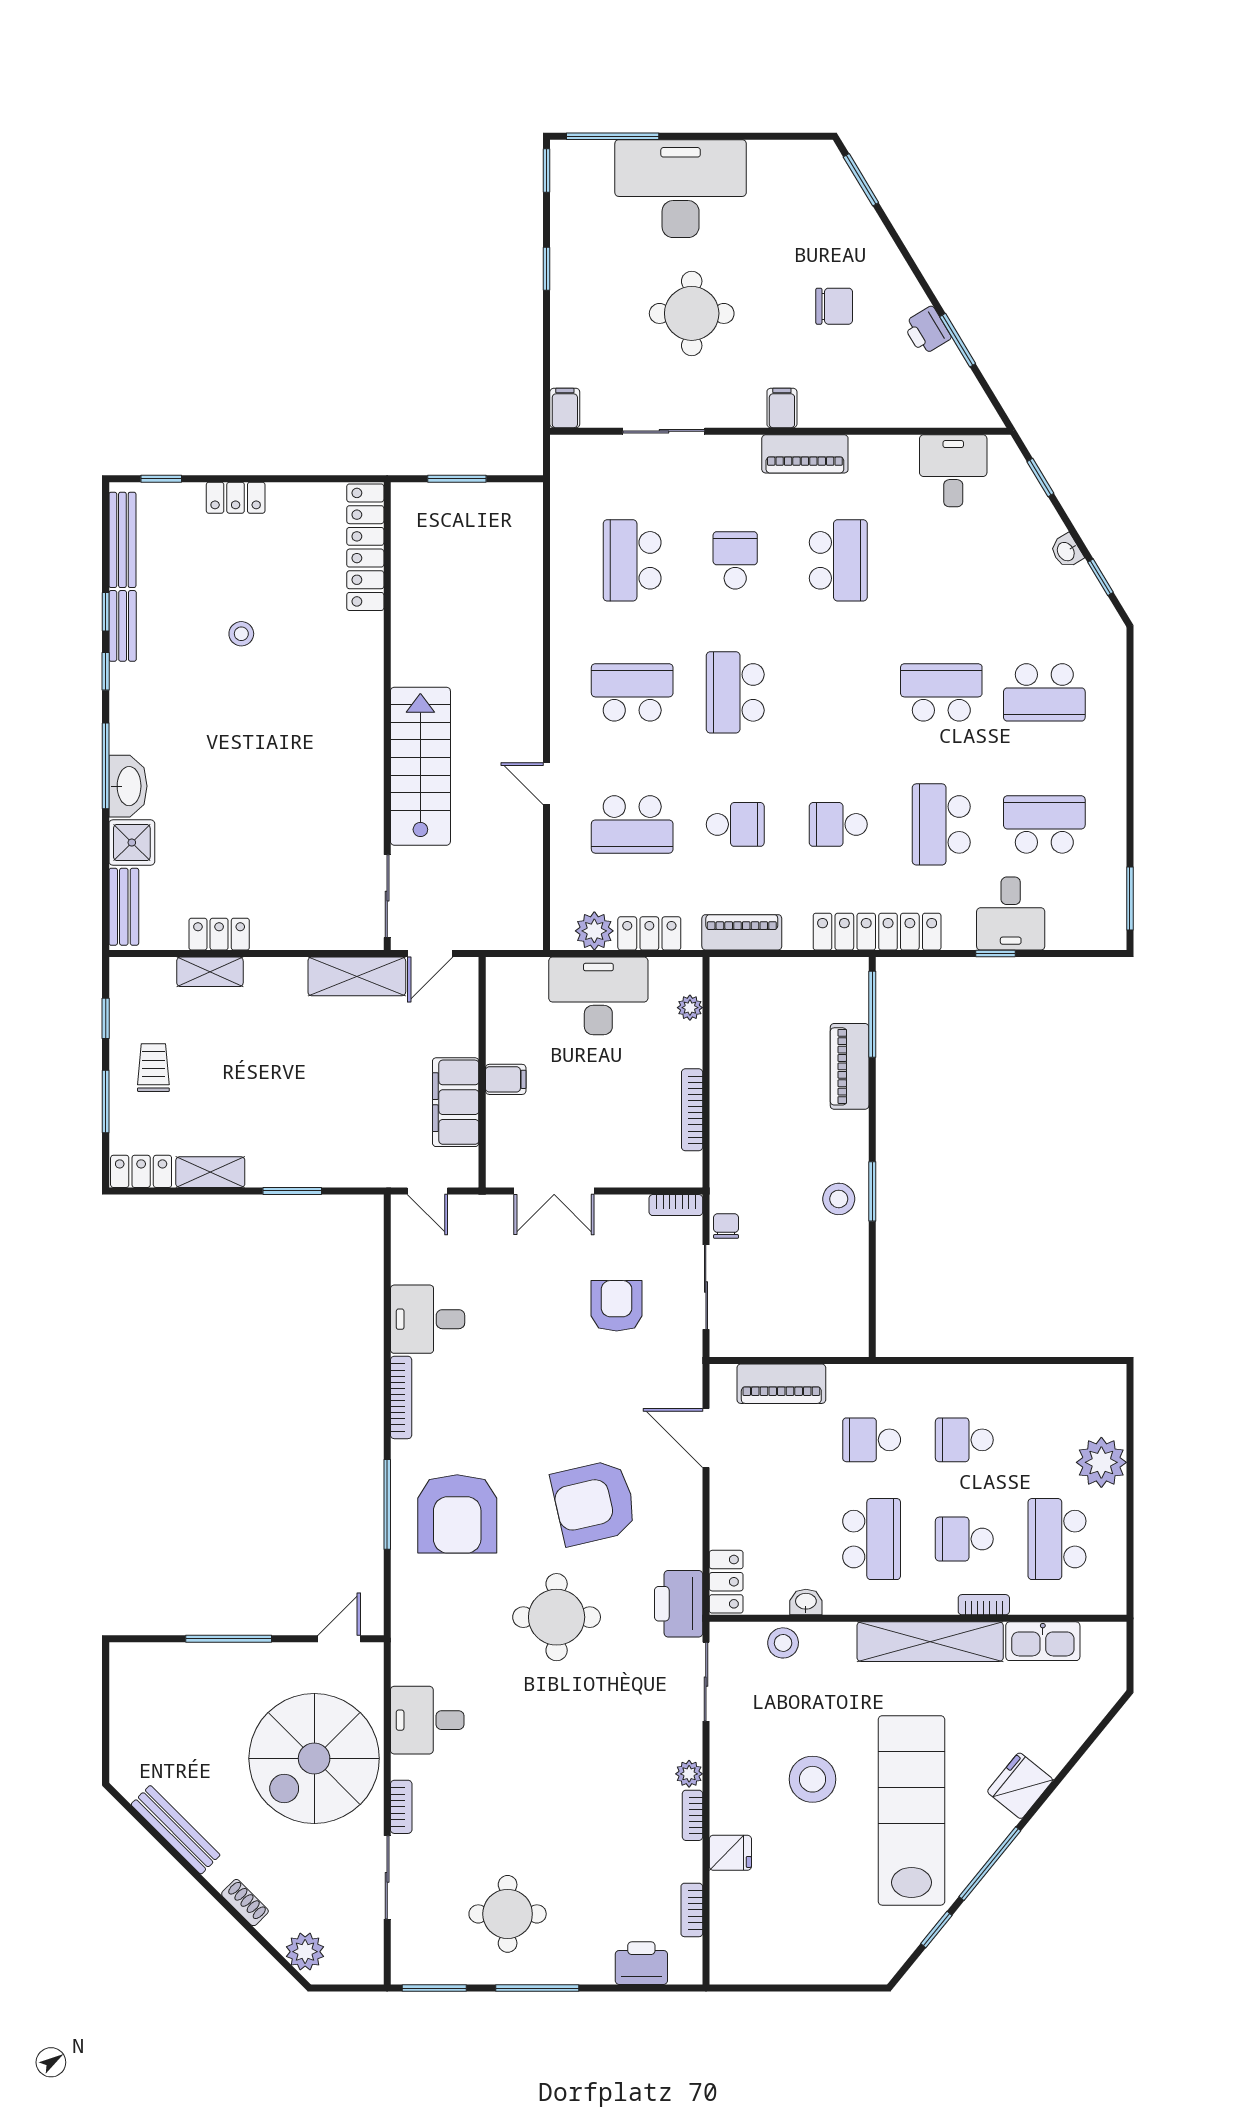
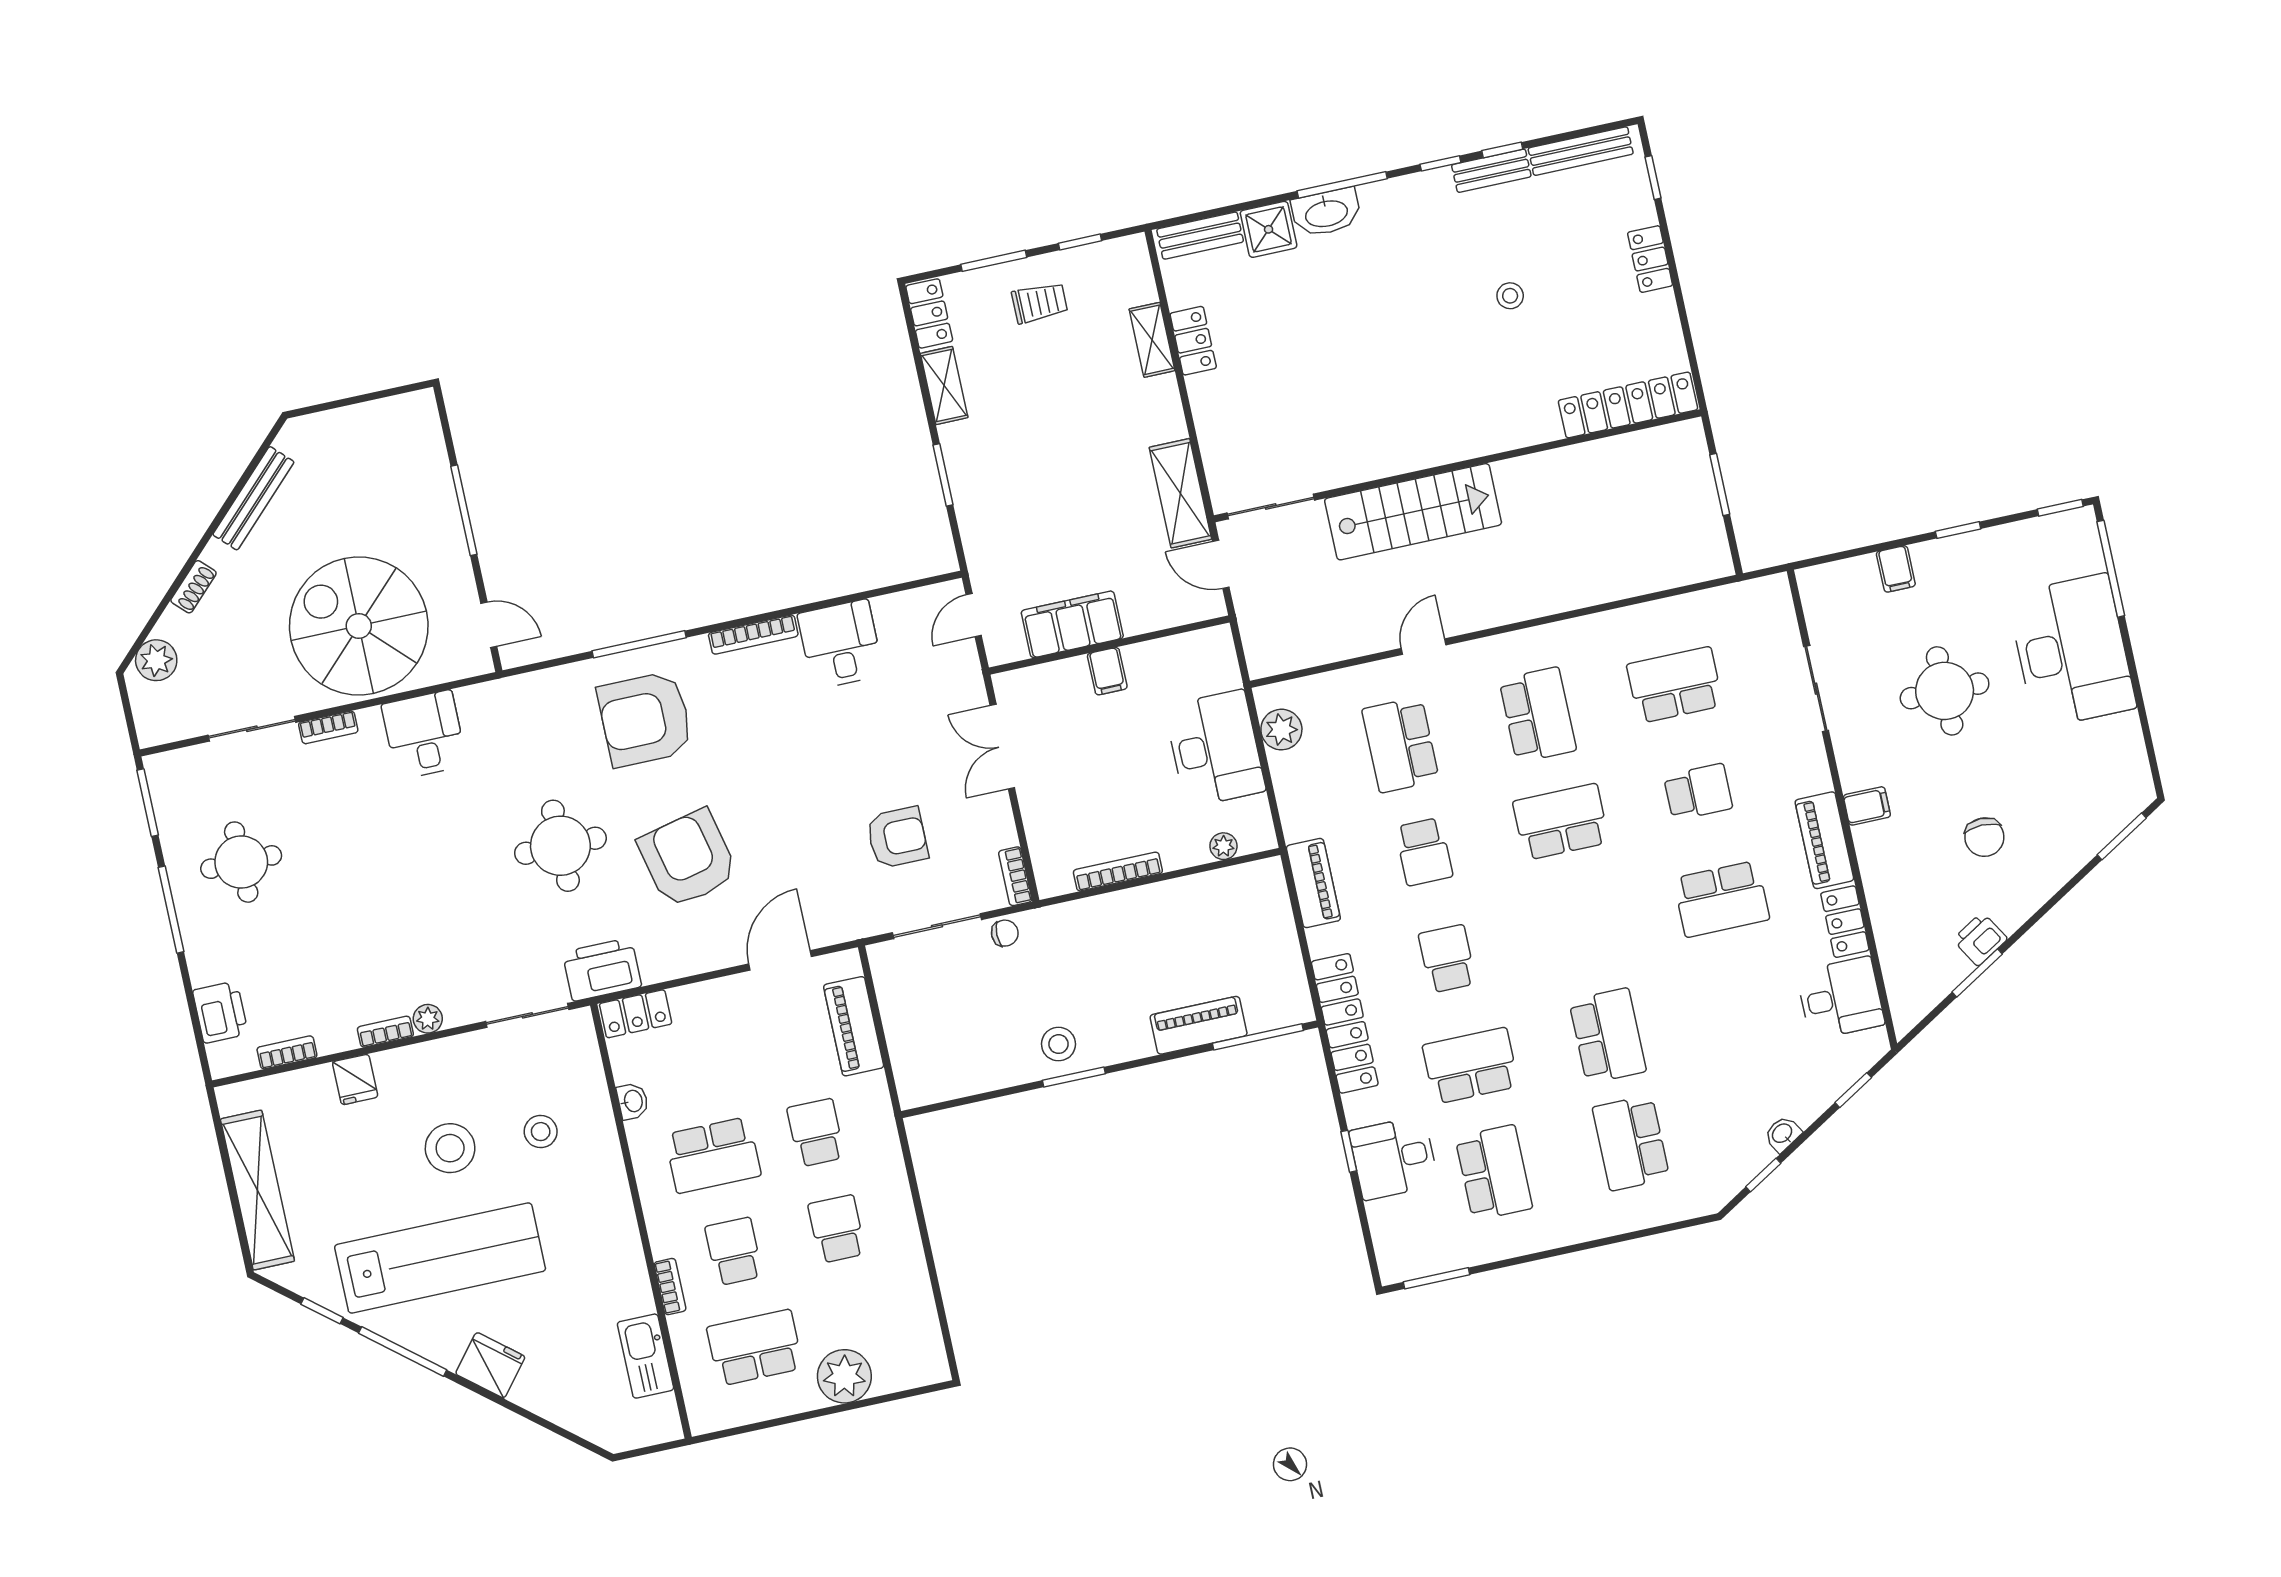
filing cabinet: (565, 408) -> (1896, 569), moved, turned 90
locker: (649, 933) -> (1845, 922), moved, turned 180
shelving: (930, 1642) -> (257, 1190), moved
stool: (783, 1643) -> (541, 1132), moved

